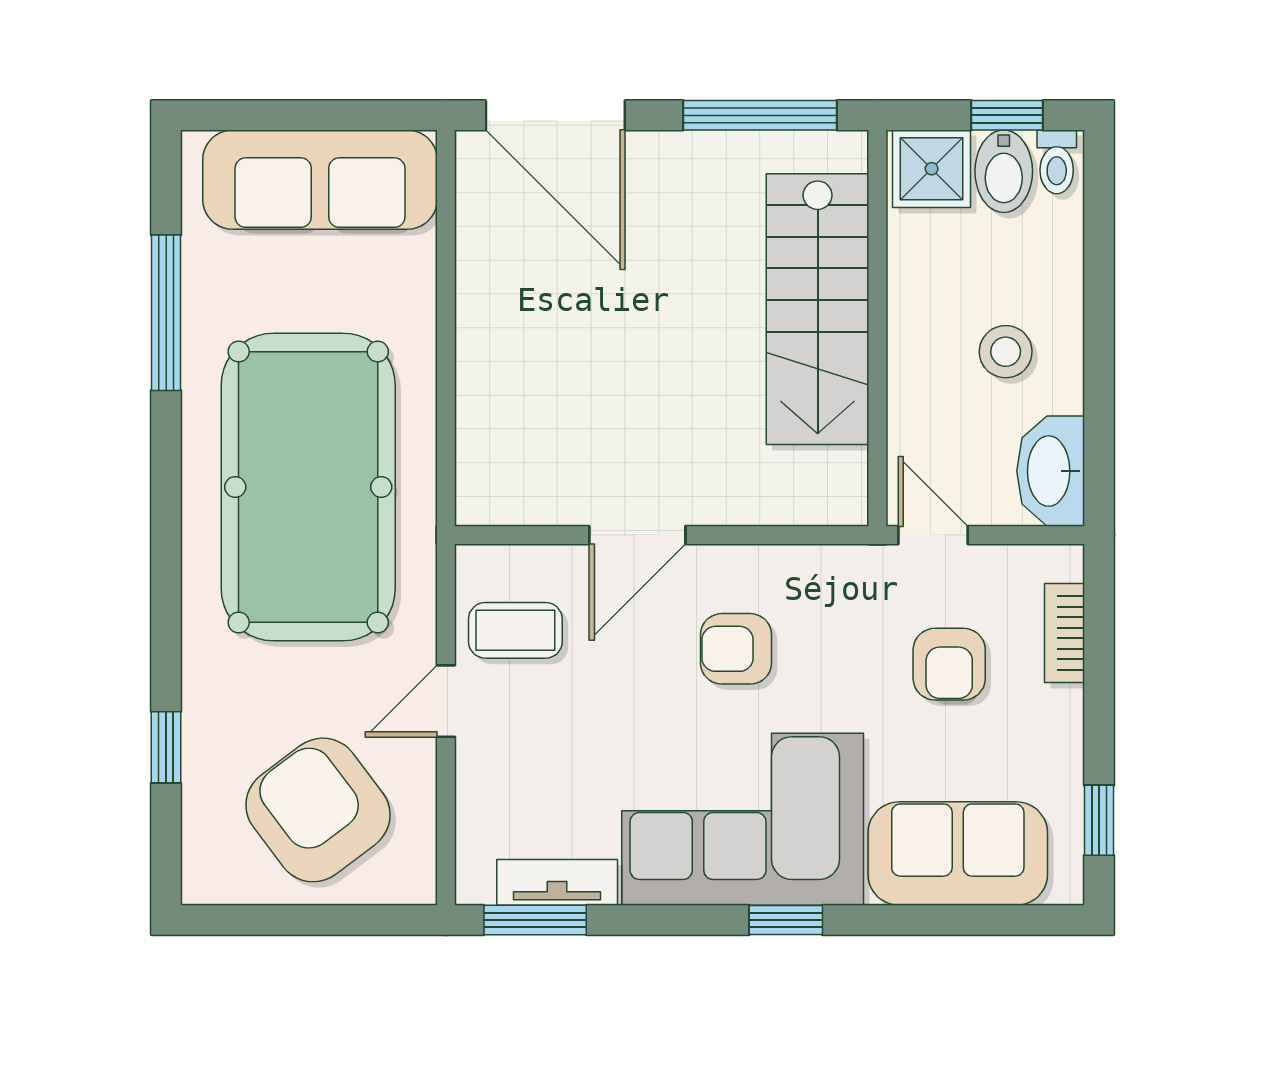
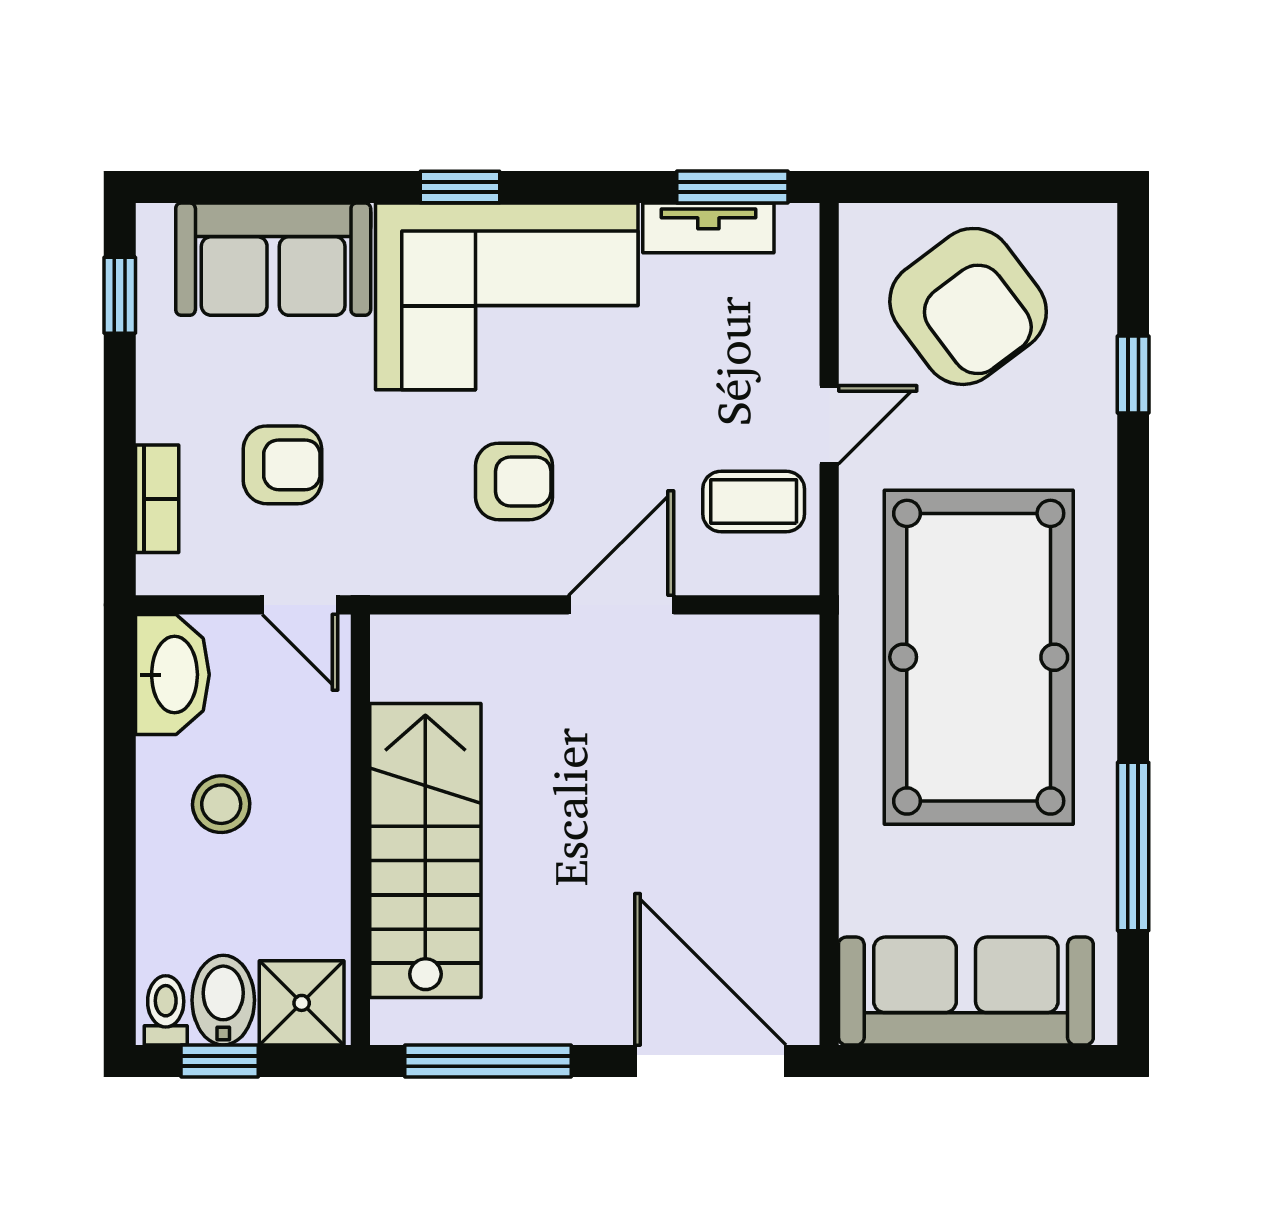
armchair: (949, 664) -> (282, 465), turned 90

